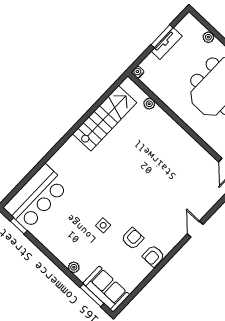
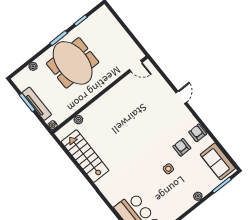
tv unit: (167, 44) -> (37, 104), width x1.41
door: (195, 229) -> (181, 97), swing flipped
armchair: (153, 256) -> (198, 133), turned 180
sofa: (106, 289) -> (218, 161), moved, turned -90

